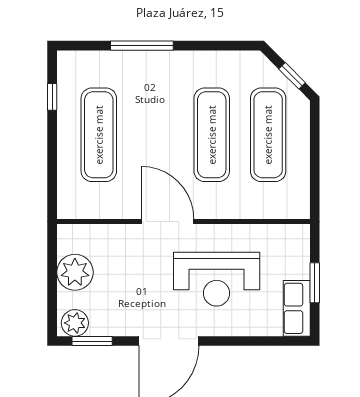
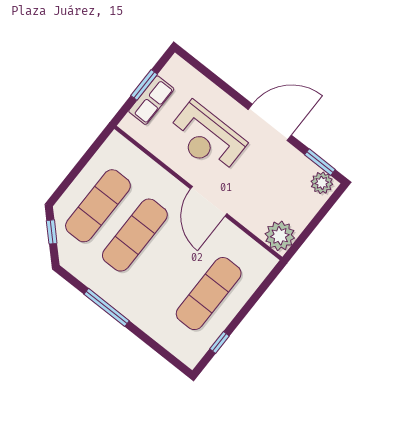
window: (142, 46) -> (107, 307), moved
plant: (75, 272) -> (280, 236), moved
reception desk: (217, 279) -> (207, 138), turned 180
row of seats: (297, 308) -> (151, 100), moved

